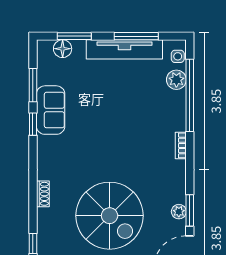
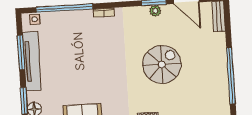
plant: (176, 80) -> (53, 19), removed
spiral stairs: (110, 216) -> (162, 65), width x0.73, depth x0.73

